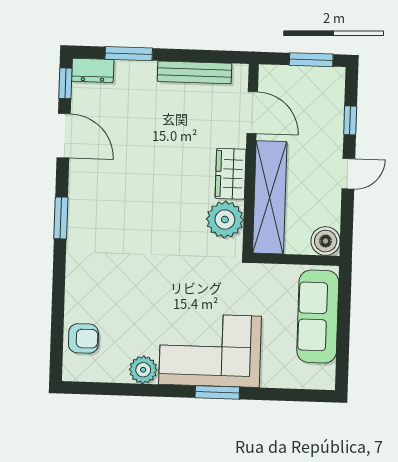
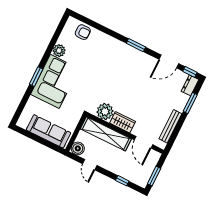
door: (252, 113) -> (143, 142), hinge flipped
door: (348, 174) -> (90, 165), moved
armchair: (83, 338) -> (83, 32), turned -90

